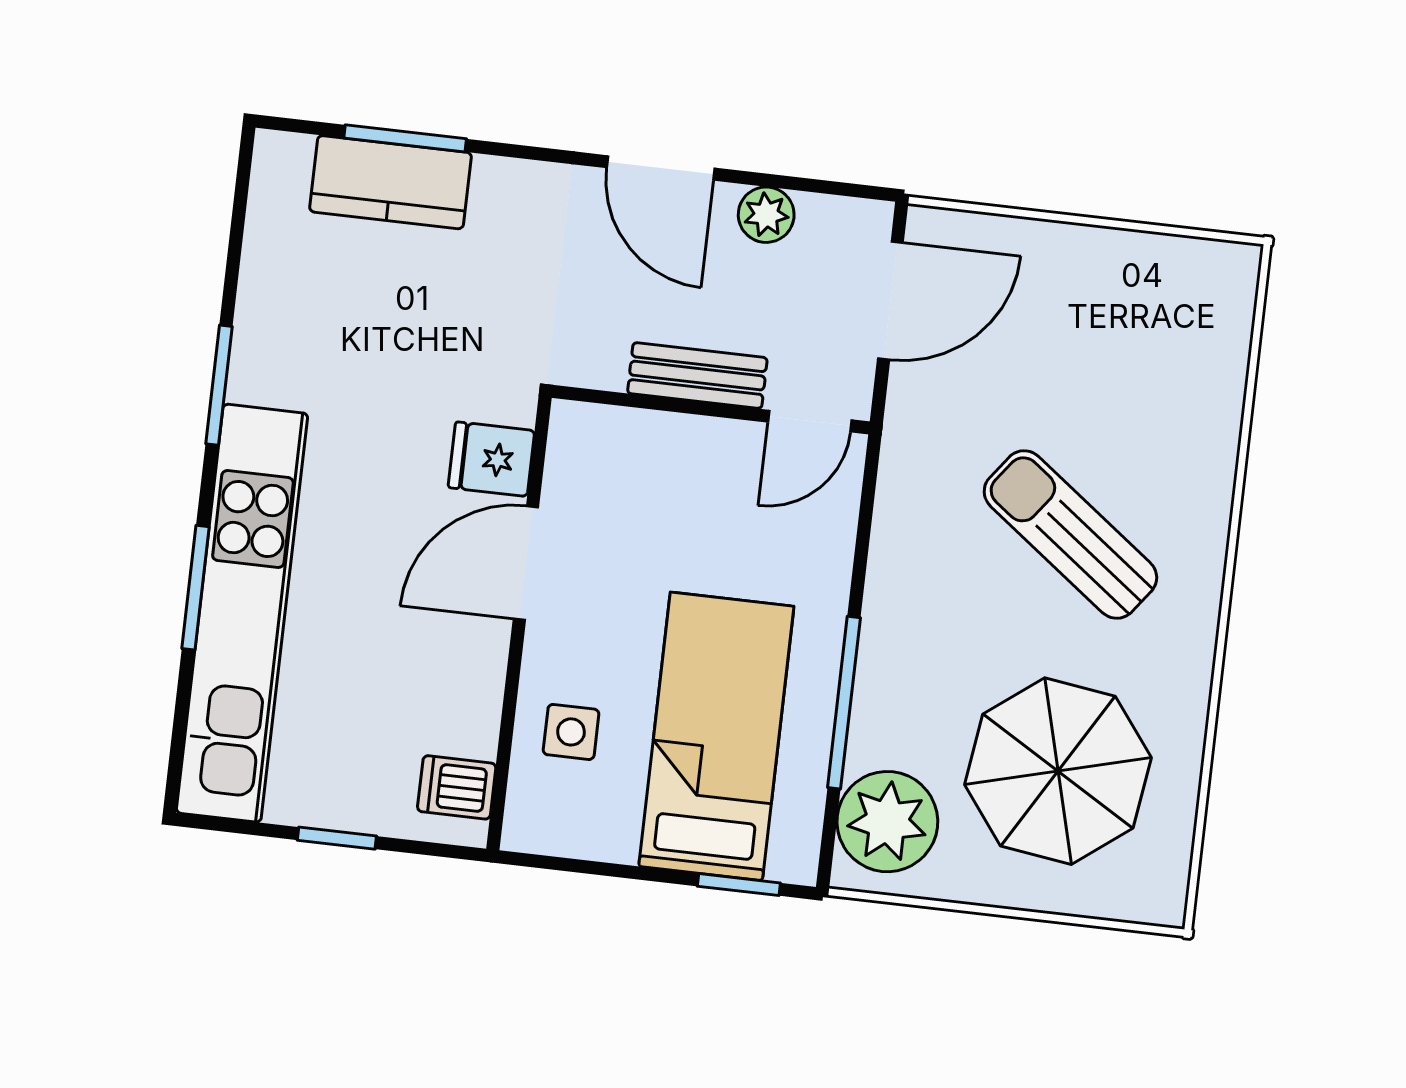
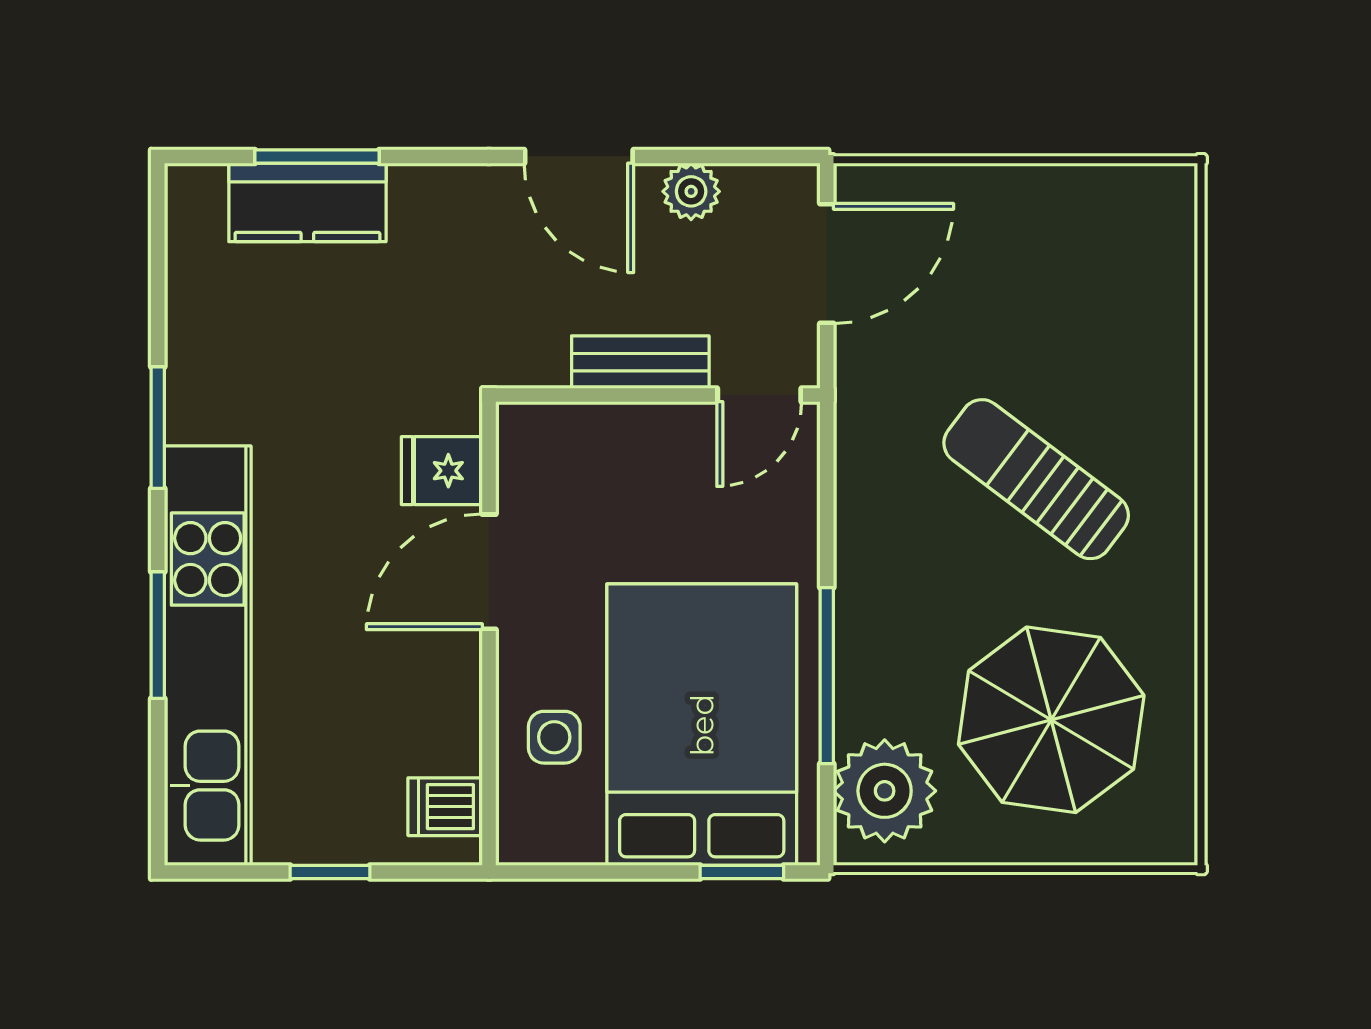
bed: (716, 736) -> (702, 725), width x1.50

